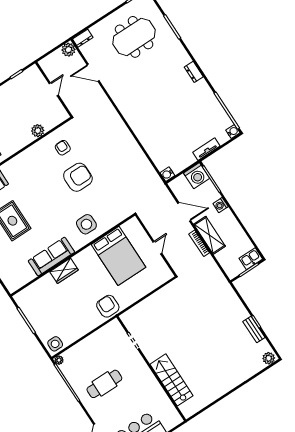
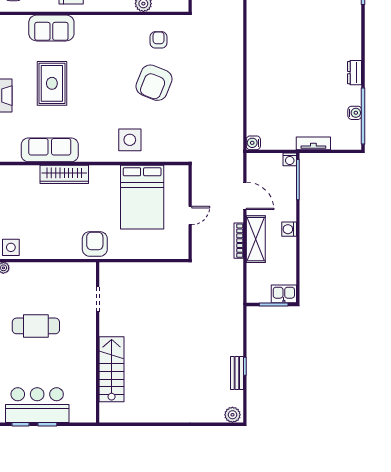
dresser: (194, 72) -> (355, 73), moved
water cooler: (233, 131) -> (355, 113), moved
washing machine: (197, 176) -> (290, 159), width x0.53, depth x0.53
armchair: (78, 177) -> (154, 83), turned 112
washing machine: (221, 205) -> (289, 229), moved
sofa: (51, 257) -> (50, 150), moved
wardrobe: (64, 271) -> (64, 174), width x1.50

